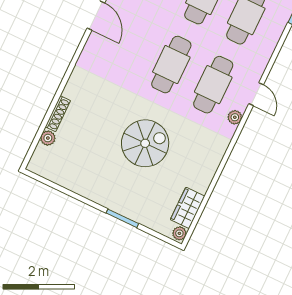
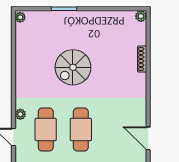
plant: (48, 138) -> (141, 16), moved
wardrobe: (188, 208) -> (23, 37), removed

